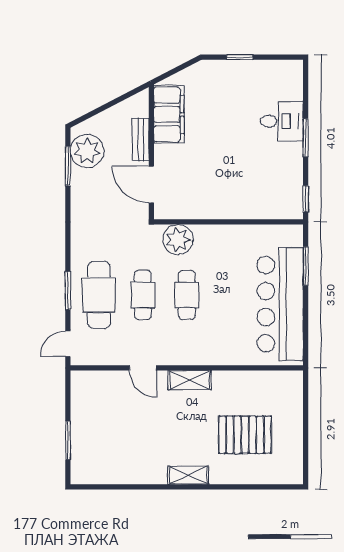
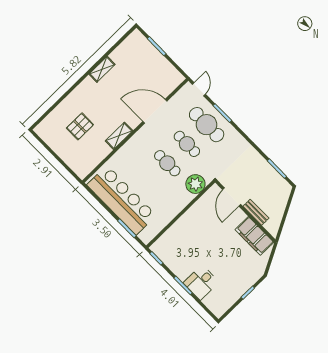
plant: (87, 151) -> (275, 184), removed
door: (151, 184) -> (232, 197), swing flipped
door: (143, 368) -> (155, 111), width x1.88
shelving: (190, 380) -> (119, 136), moved
pallet: (245, 435) -> (80, 126), width x0.67, depth x0.71
shelving: (188, 475) -> (102, 69), moved

